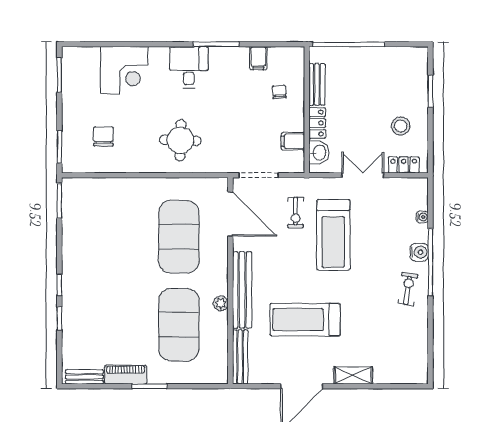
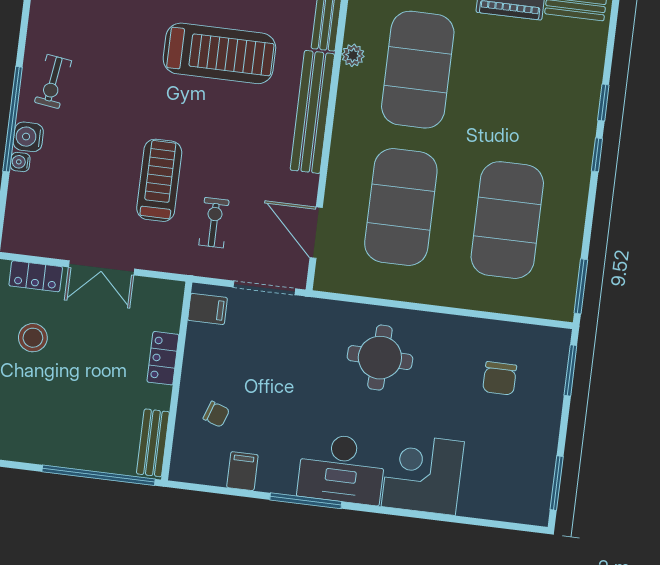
desk: (189, 67) -> (342, 469), width x1.37
corner desk: (124, 70) -> (423, 474), moved
bench: (317, 84) -> (153, 443), moved
chair: (279, 92) -> (216, 414), turned -66
filing cabinet: (293, 141) -> (208, 309), moved
washbasin: (319, 153) -> (166, 312), removed
door: (230, 214) -> (316, 233), width x0.73
water cooler: (422, 217) -> (20, 162), moved
treadmill: (333, 235) -> (159, 180), width x0.73, depth x0.73
exercise mat: (111, 237) -> (507, 220), added
plant: (221, 303) -> (353, 55), moved

